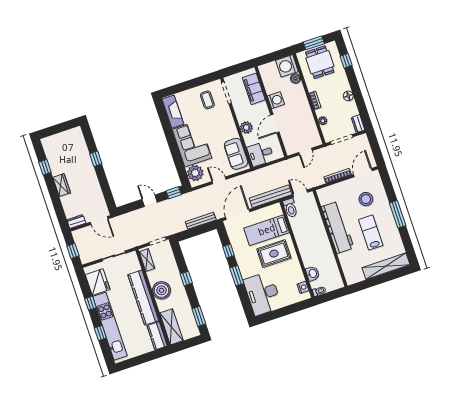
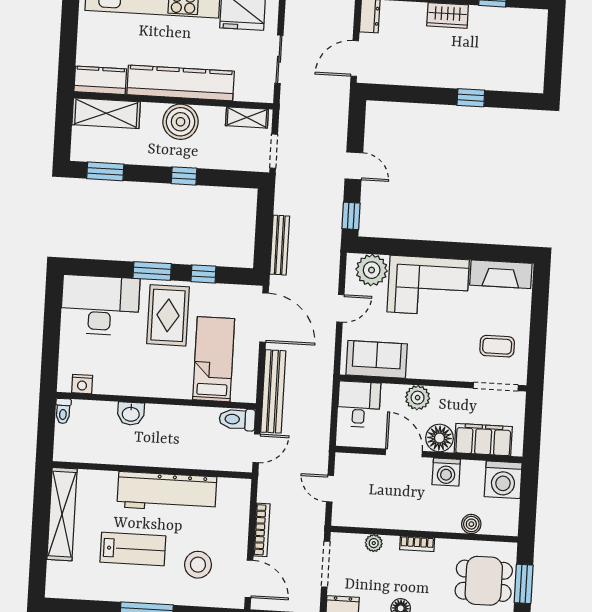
washing machine: (287, 66) -> (503, 480), moved, turned 180
floor lamp: (261, 110) -> (439, 438), added
door: (150, 201) -> (354, 166), hinge flipped
rug: (274, 254) -> (168, 315), moved
shelving: (386, 266) -> (62, 514), moved
washbasin: (313, 274) -> (131, 414), moved

